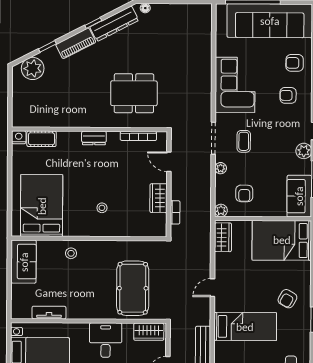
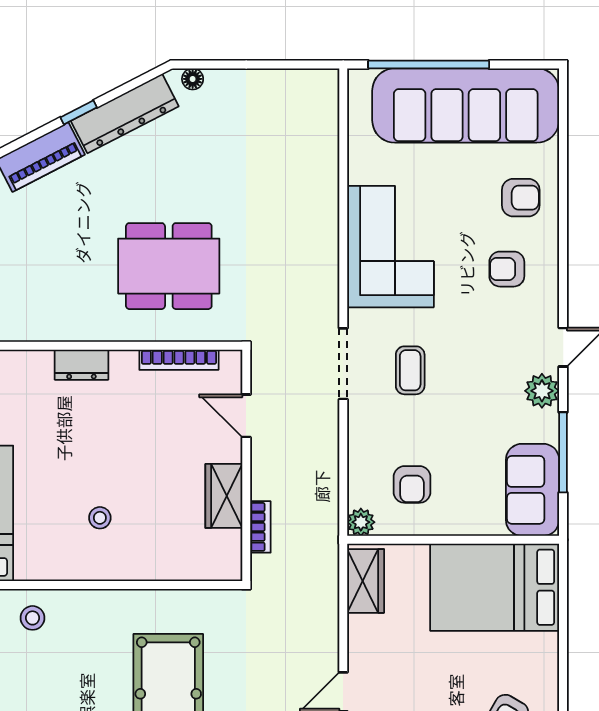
armchair: (295, 63) -> (521, 198), turned 180
plant: (221, 168) -> (360, 429), removed

